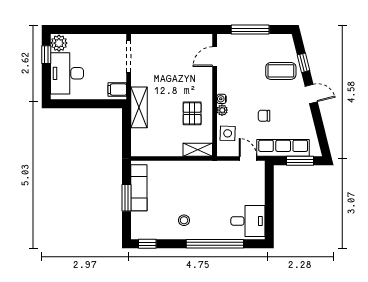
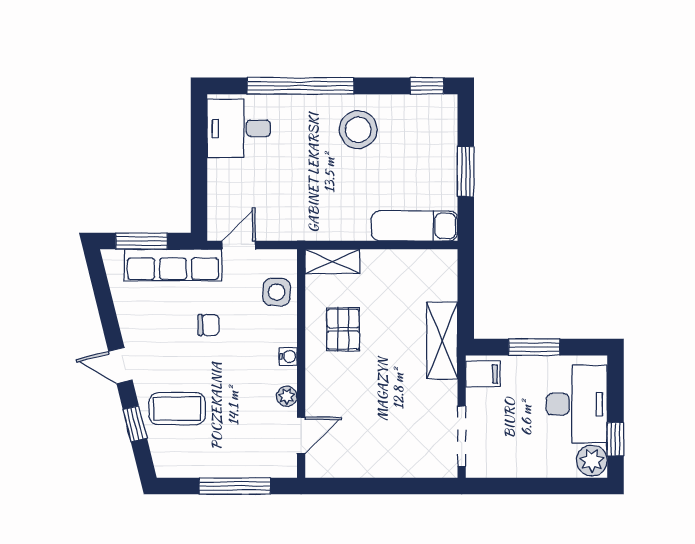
window: (90, 104) -> (534, 347), added
plant: (222, 110) -> (287, 396), moved
door: (248, 158) -> (239, 245), swing flipped
exam couch: (139, 188) -> (414, 226), moved, turned 90
stool: (184, 220) -> (358, 130), width x1.89, depth x1.89

